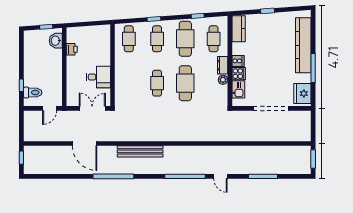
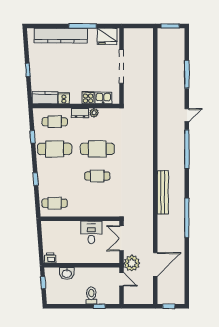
cafe table: (157, 39) -> (55, 176), removed
washbasin: (56, 41) -> (67, 273), moved
printer: (72, 49) -> (50, 258), moved
cooker: (238, 61) -> (64, 98), moved
toilet: (33, 92) -> (91, 295), moved
plant: (66, 119) -> (132, 263), added
door: (85, 144) -> (155, 264), moved

